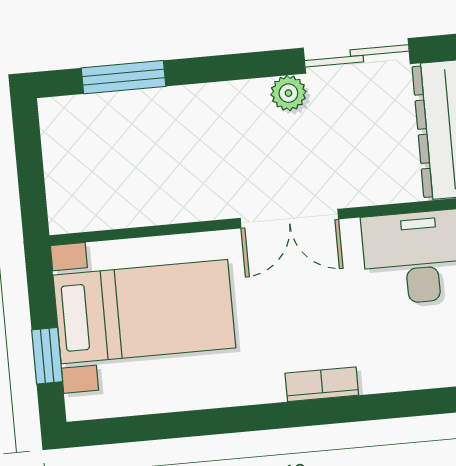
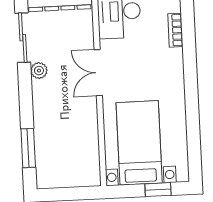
double door: (289, 219) -> (98, 73), swing flipped
bookcase: (322, 384) -> (175, 30), moved

